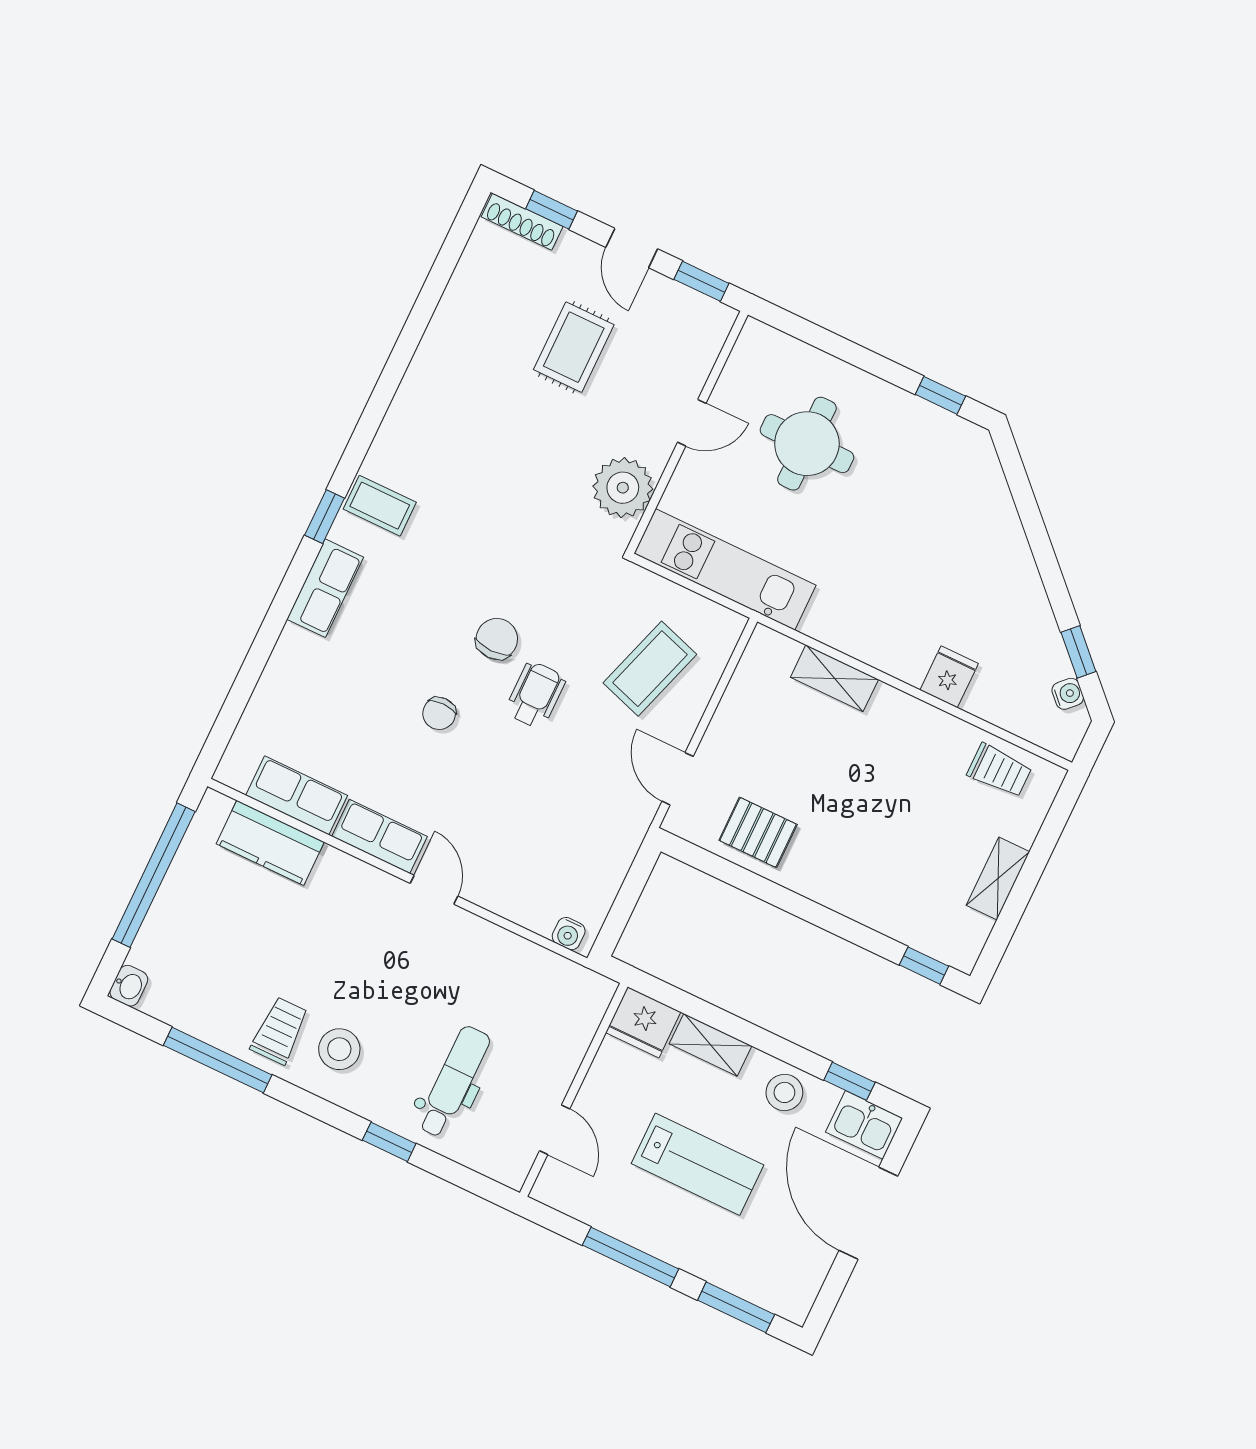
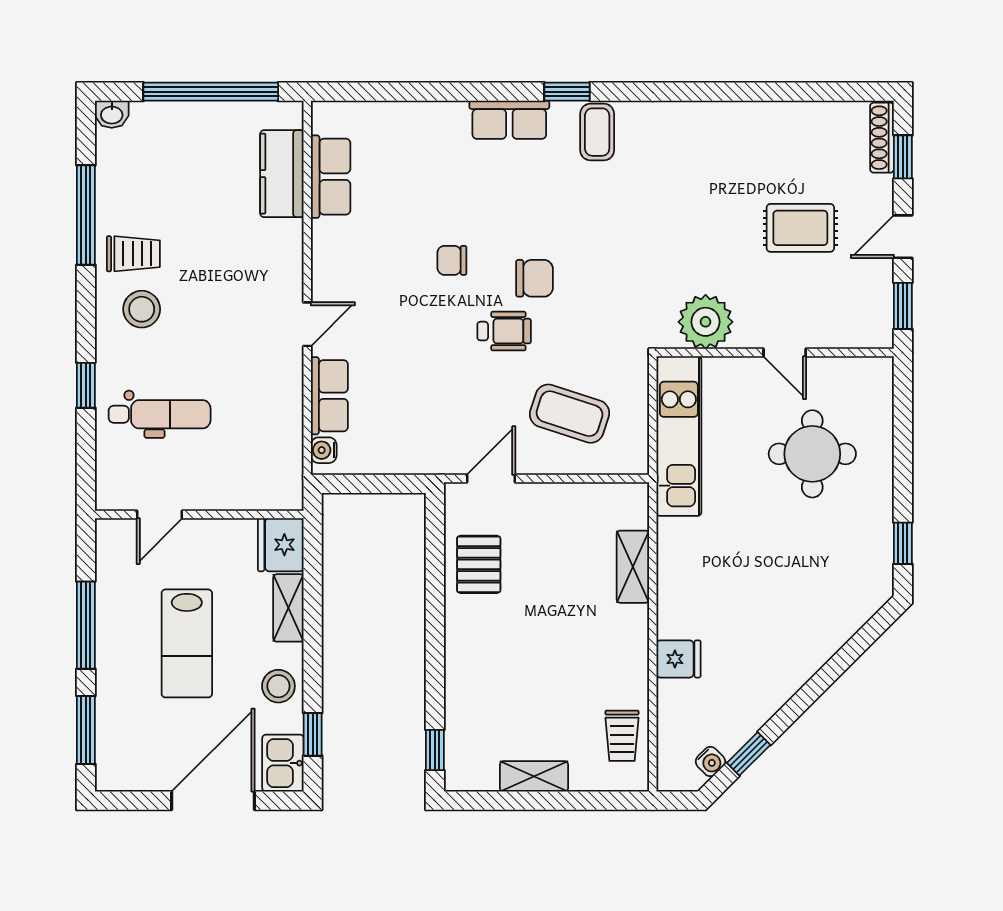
row of seats: (379, 836) -> (329, 396), moved

